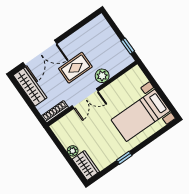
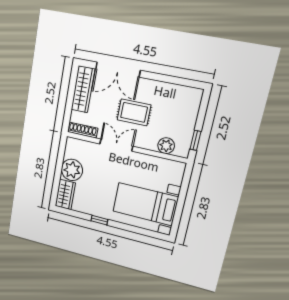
plant: (102, 76) -> (166, 146), moved
double door: (85, 98) -> (116, 145), swing flipped
plant: (73, 151) -> (72, 170), width x1.88, depth x1.88

